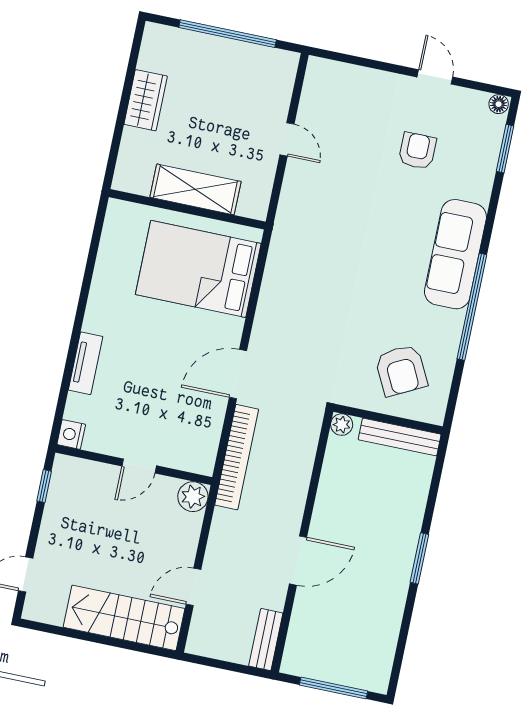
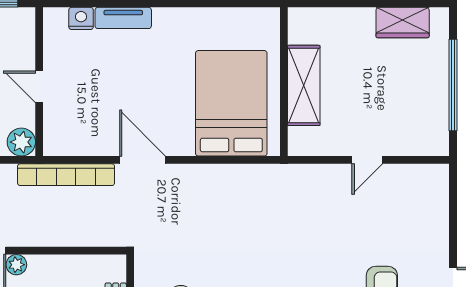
wardrobe: (146, 100) -> (403, 23), moved
plant: (342, 425) -> (16, 265), moved
nightstand: (71, 434) -> (81, 18), moved

